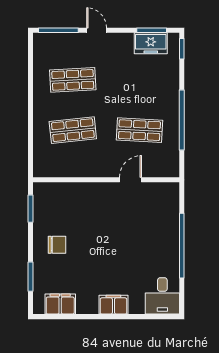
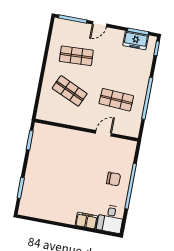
door: (97, 30) -> (100, 24), swing flipped
shop shelf: (73, 130) -> (70, 91), turned 30
chair: (57, 245) -> (113, 179), moved
filing cabinet: (60, 304) -> (38, 211), removed
filing cabinet: (113, 305) -> (86, 221), moved

